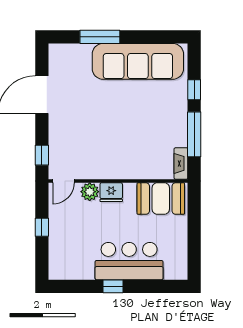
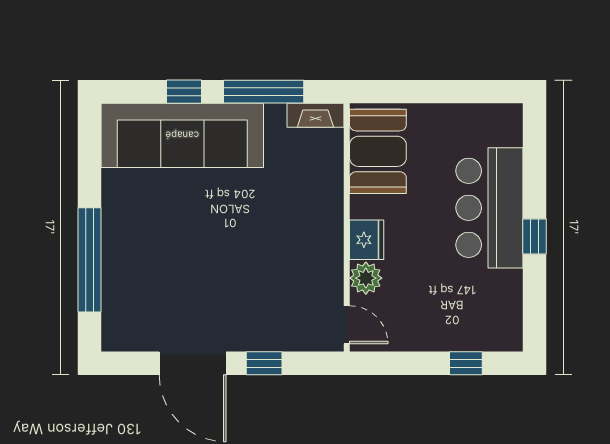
window: (100, 37) -> (90, 260), width x1.46
sofa: (138, 61) -> (182, 135), moved, turned 90
window: (42, 155) -> (264, 363), moved
window: (42, 227) -> (466, 363), moved

